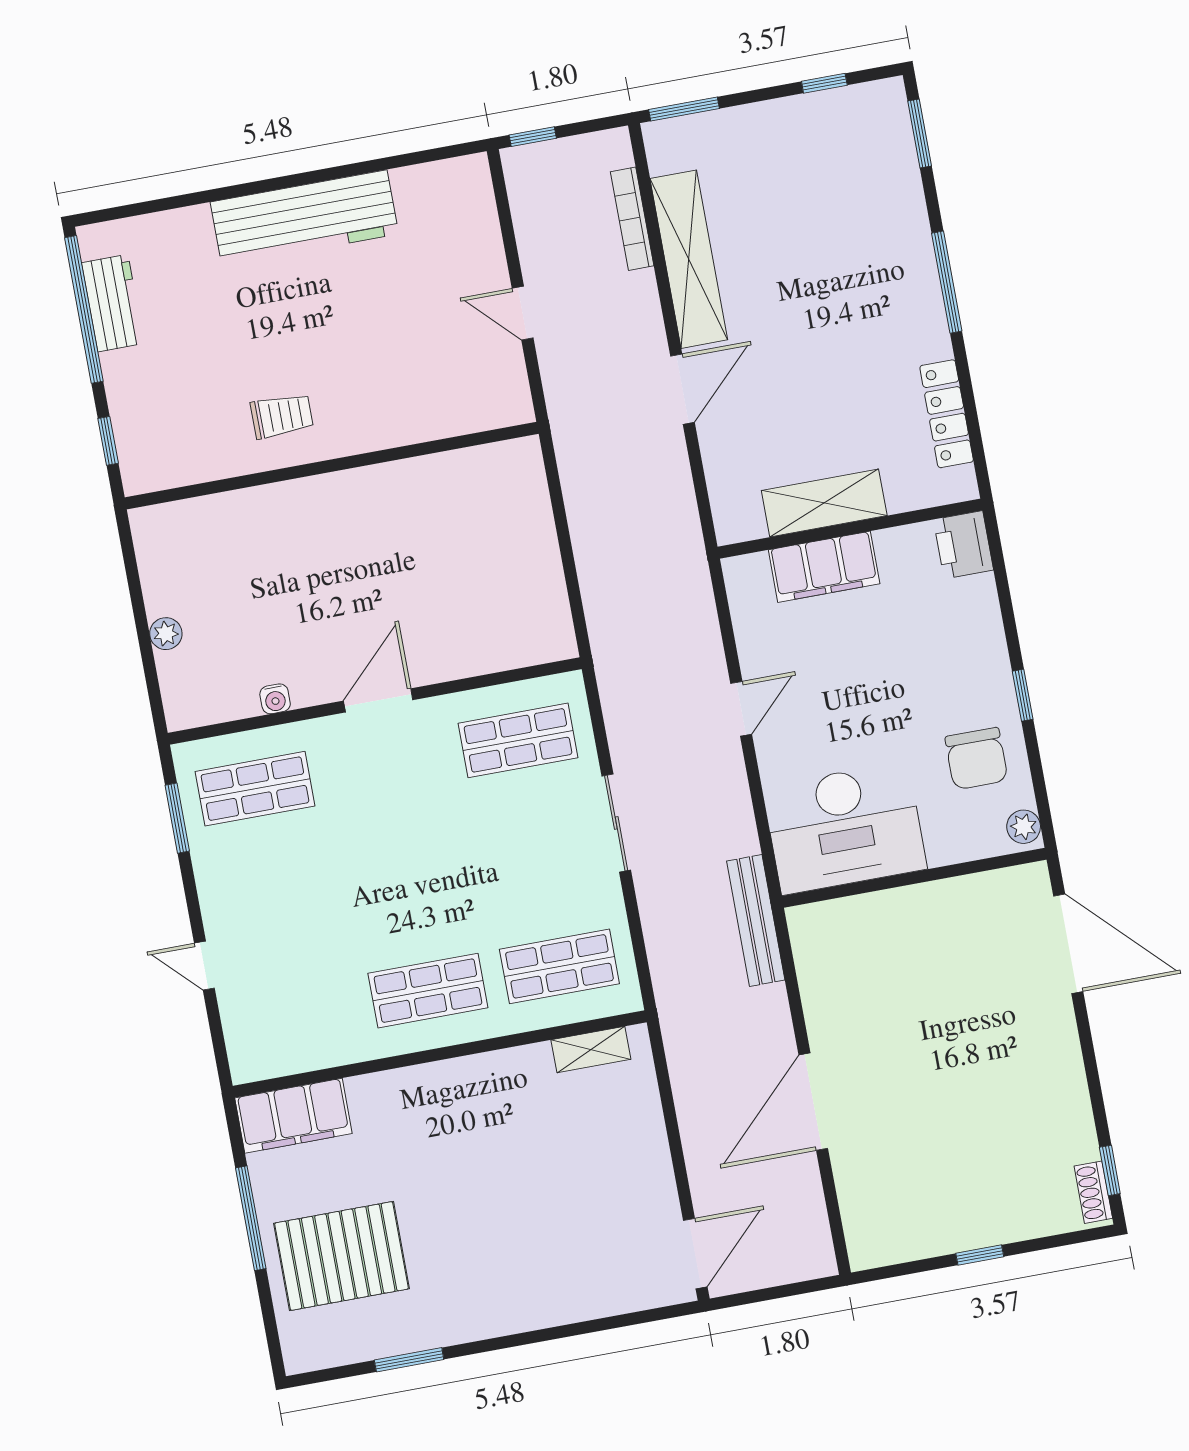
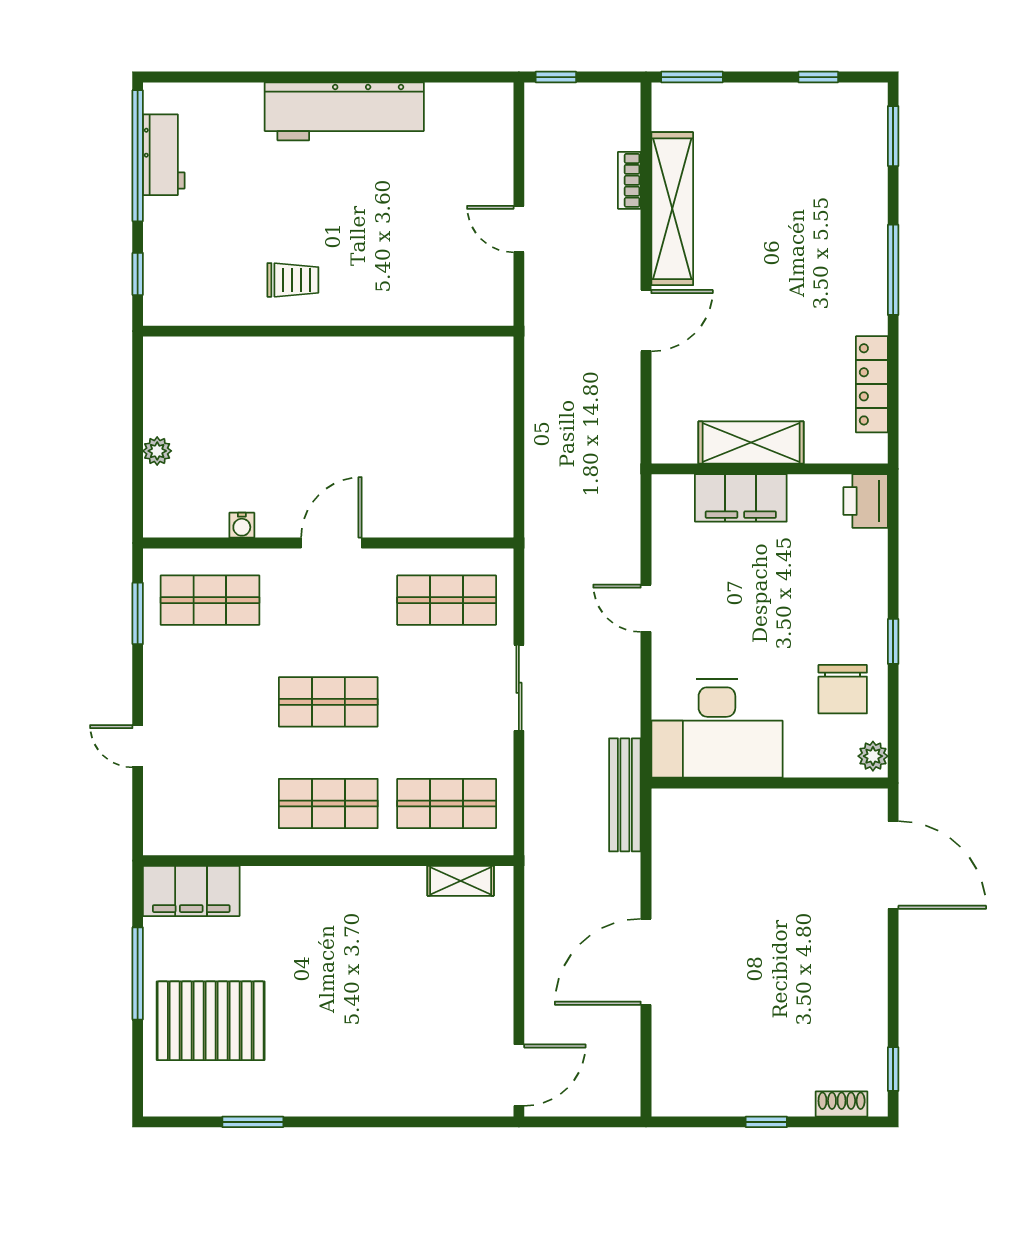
bookcase: (632, 219) -> (629, 180), width x0.64
door: (741, 709) -> (646, 608), swing flipped
shop shelf: (407, 878) -> (328, 702), added
shoe rack: (1093, 1192) -> (842, 1104), moved, turned 90

